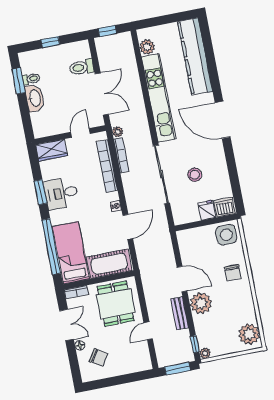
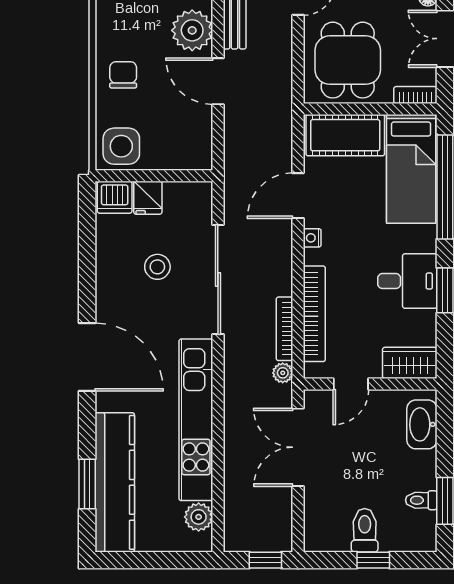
window: (209, 53) -> (87, 484), added
toilet: (82, 67) -> (365, 530), moved, turned -90
washbasin: (35, 98) -> (422, 424), moved

